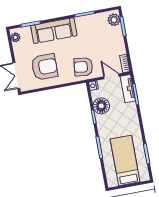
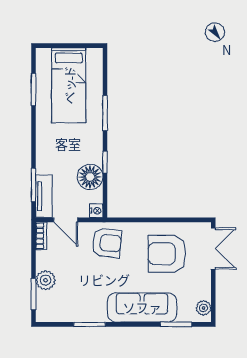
plant: (114, 20) -> (46, 280), moved

